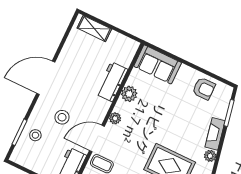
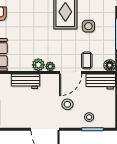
plant: (129, 94) -> (38, 65), moved
door: (97, 138) -> (71, 72), hinge flipped

